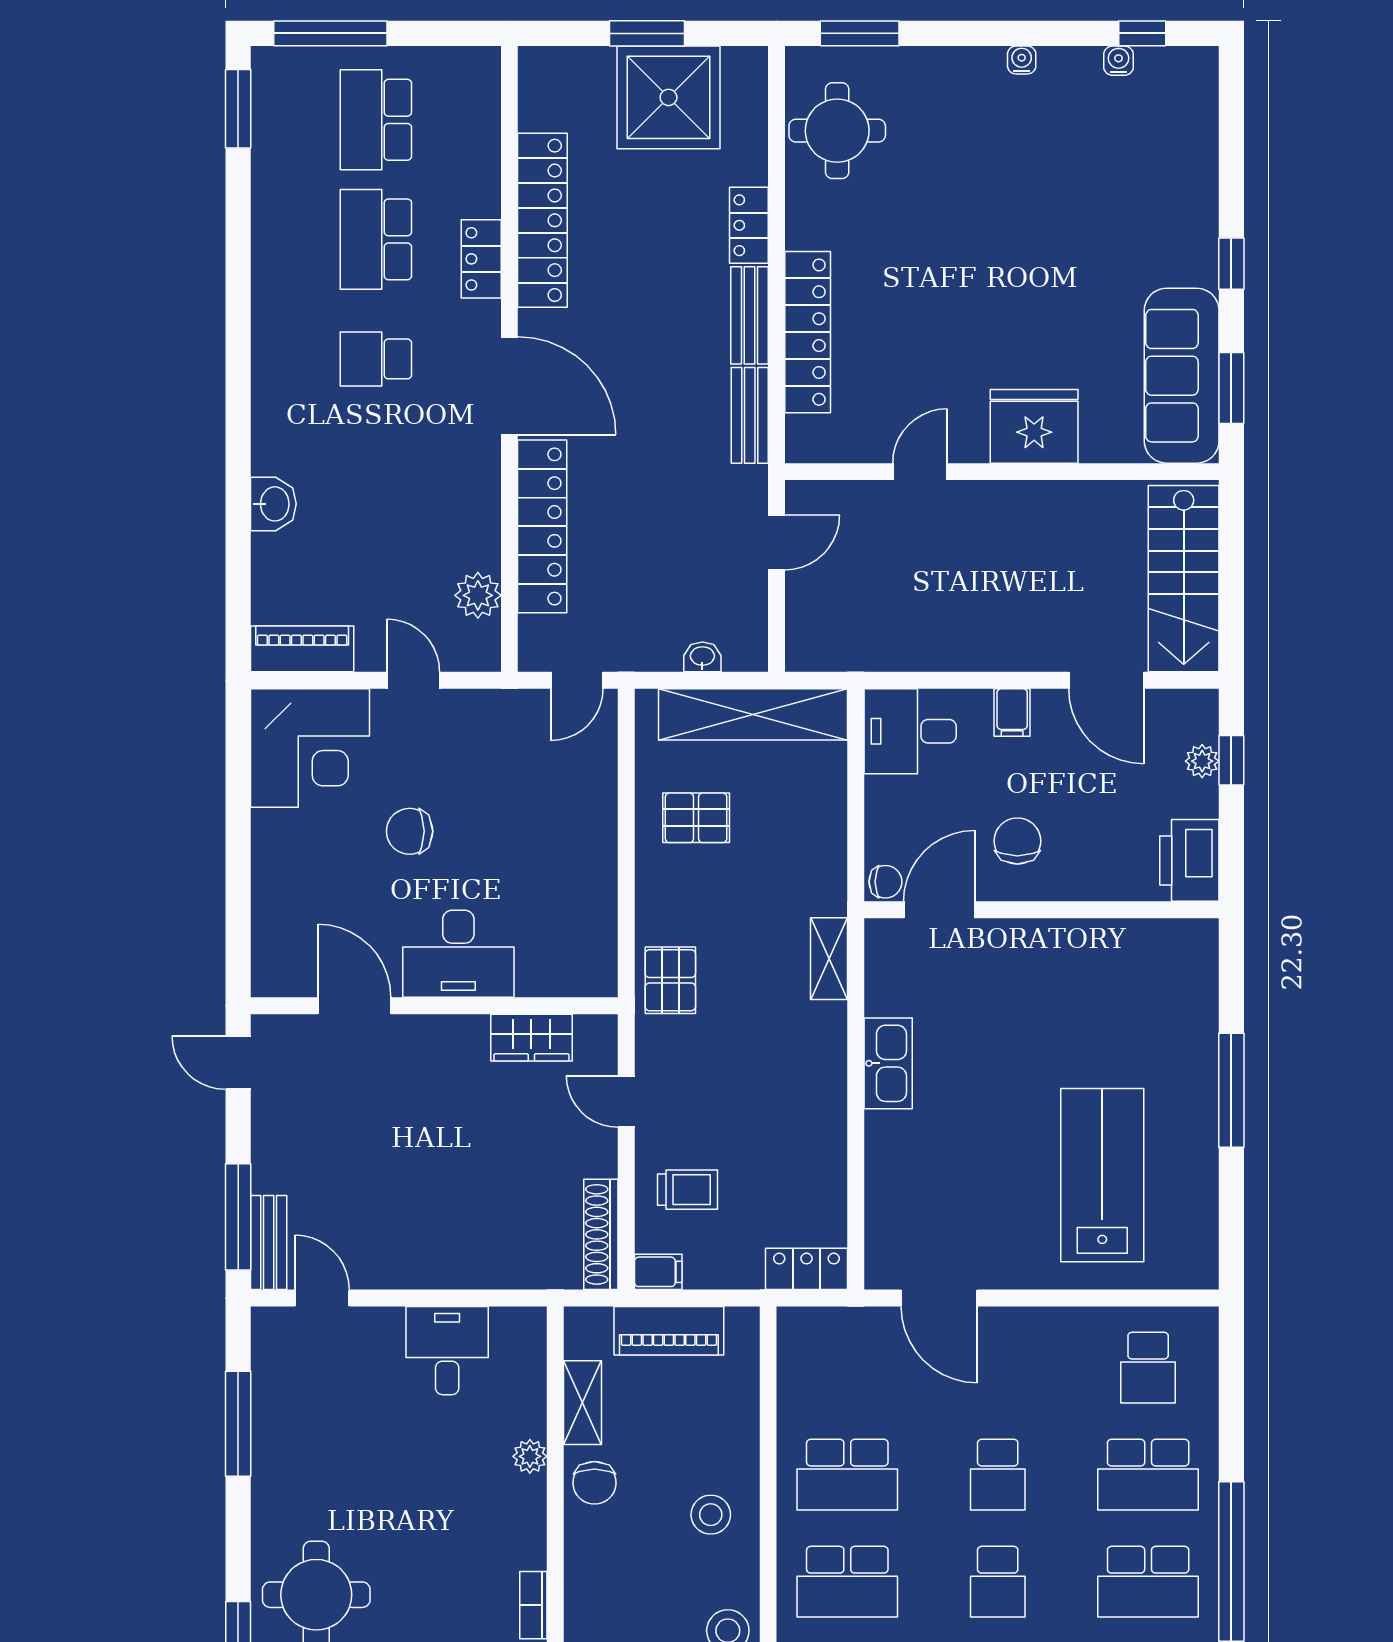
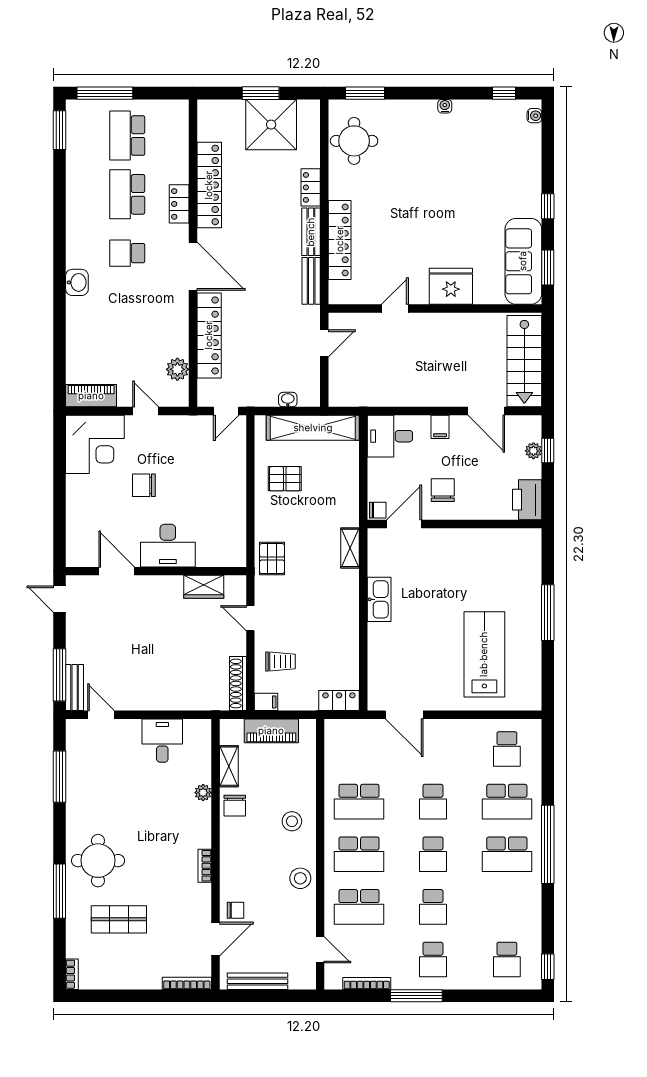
water cooler: (1119, 61) -> (534, 116), moved, turned 90
washbasin: (273, 504) -> (77, 282), moved

